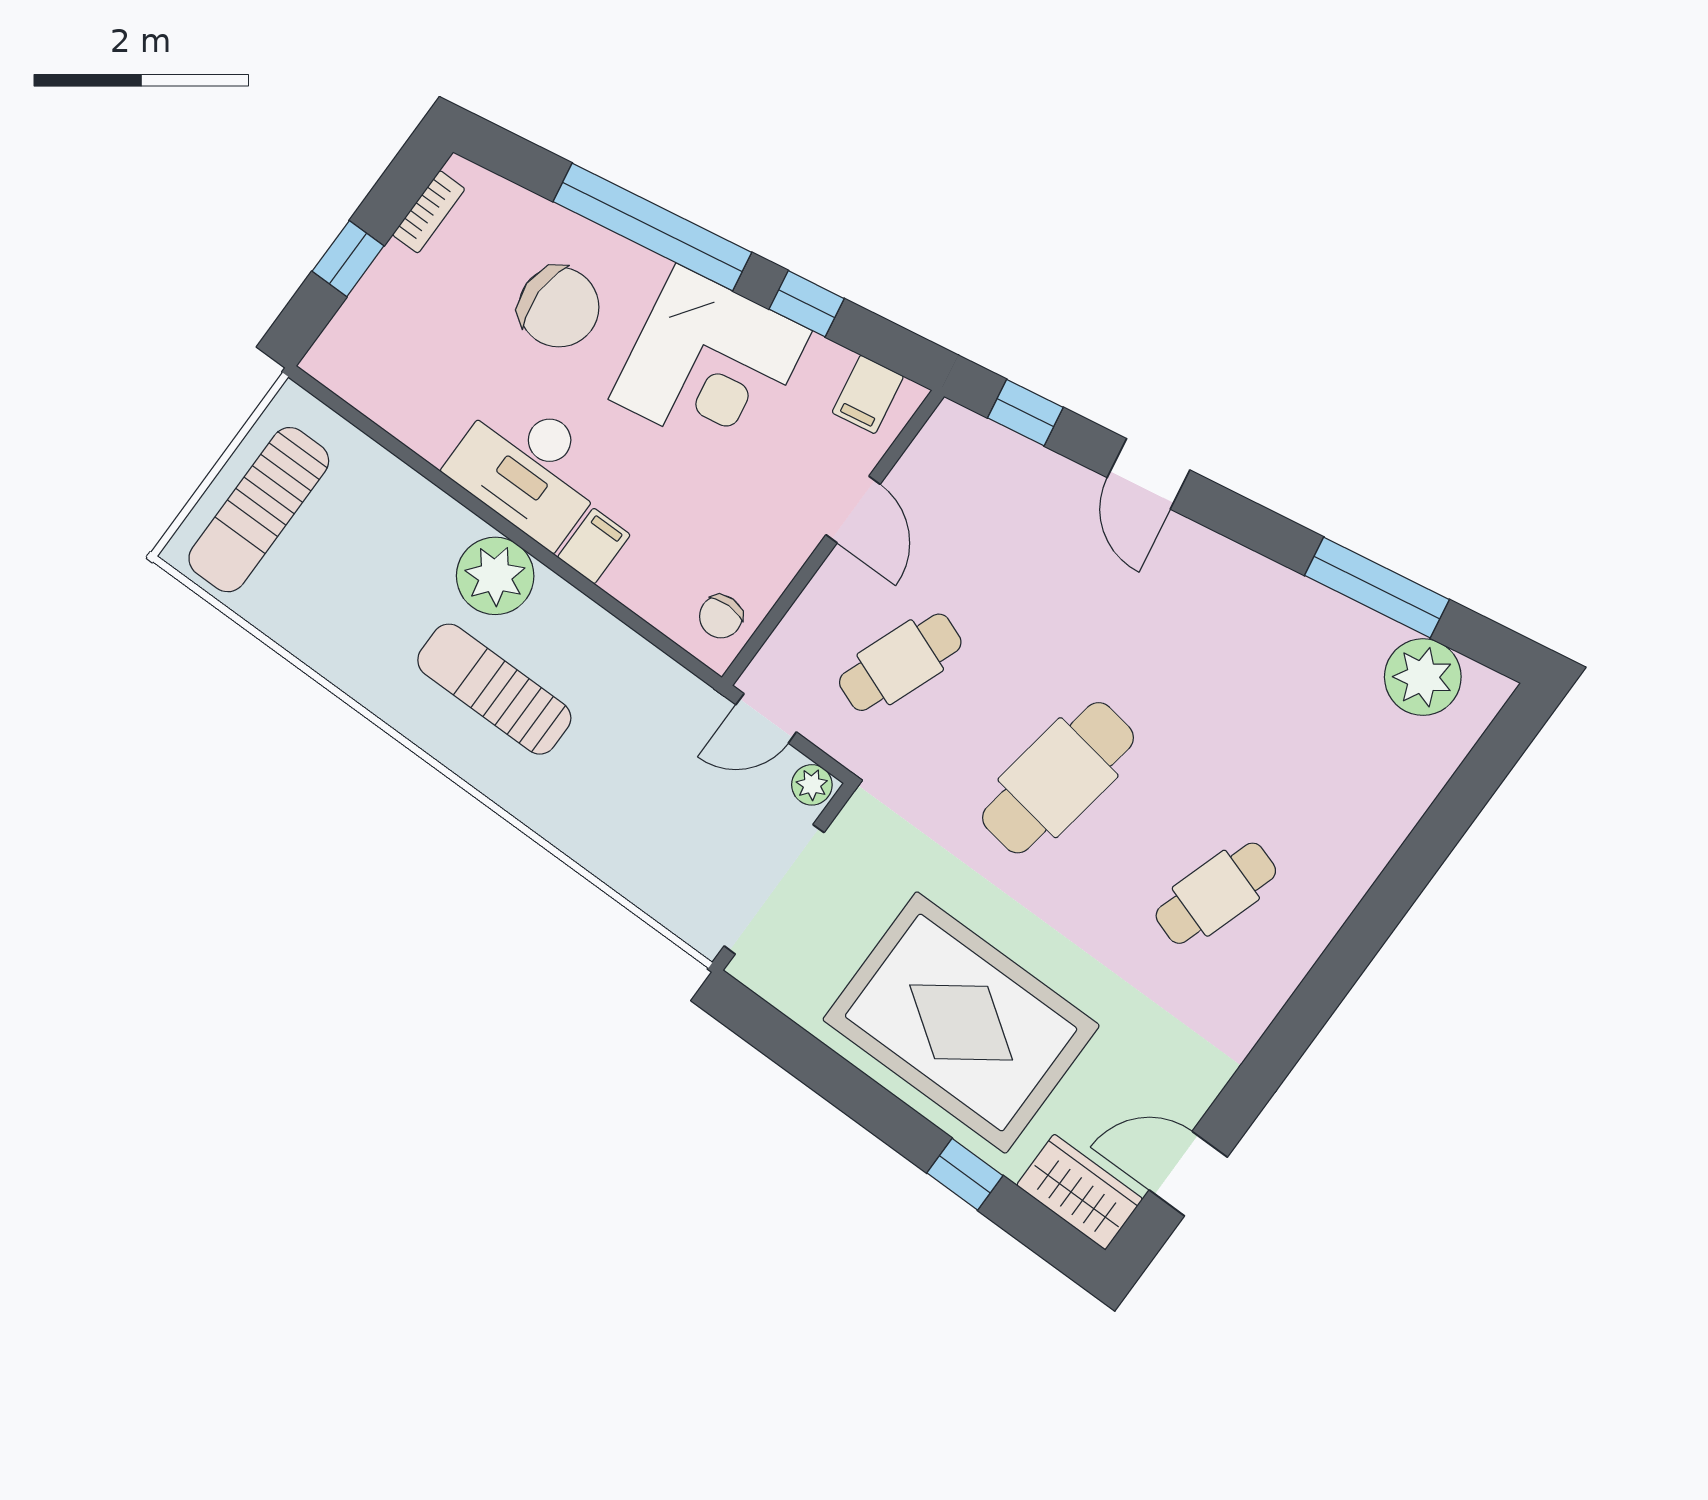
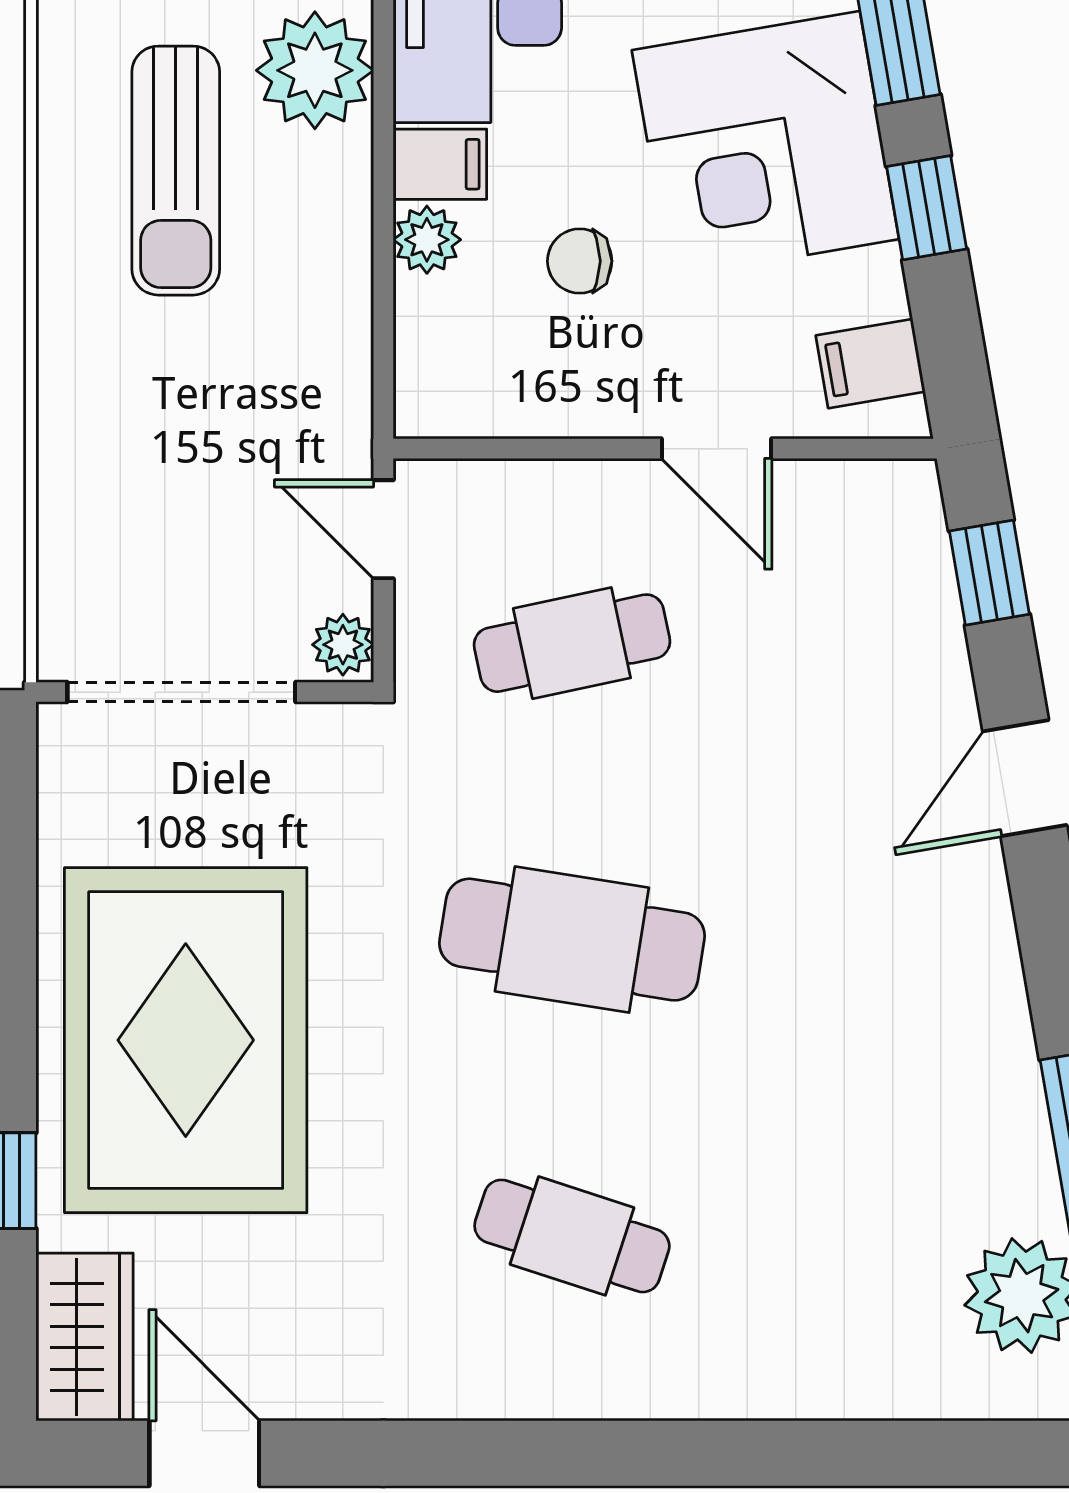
door: (853, 509) -> (717, 449), hinge flipped
plant: (629, 582) -> (427, 240), added
chair: (721, 617) -> (580, 261), moved
cafe table: (900, 662) -> (572, 643), turned -33
sun lounger: (494, 689) -> (176, 171), turned 180

